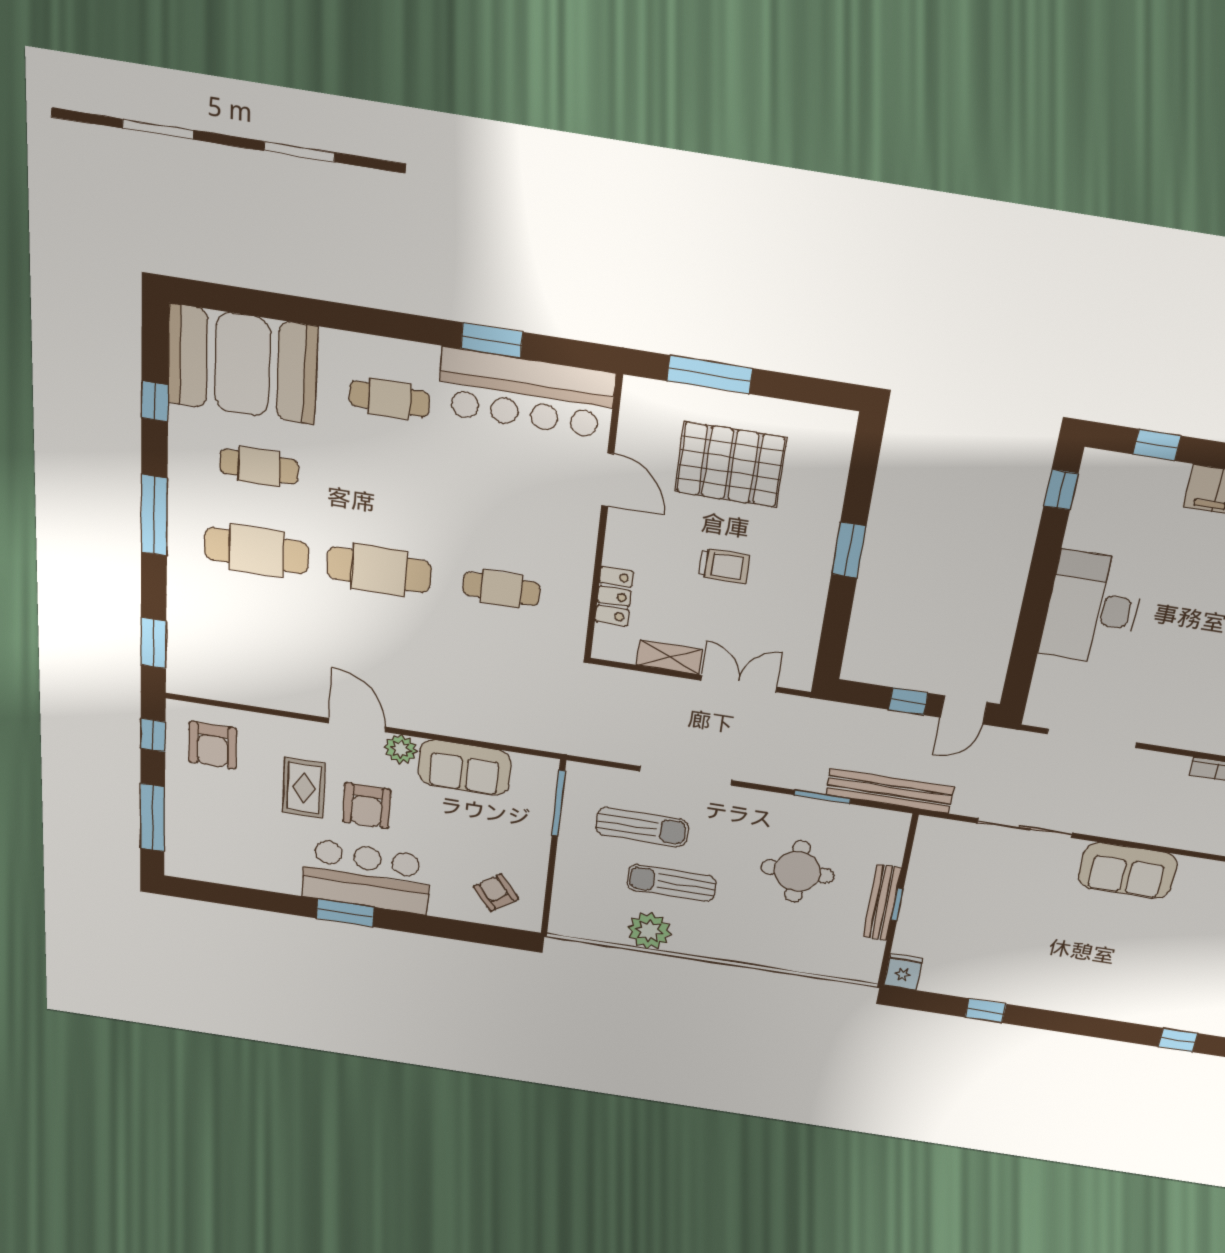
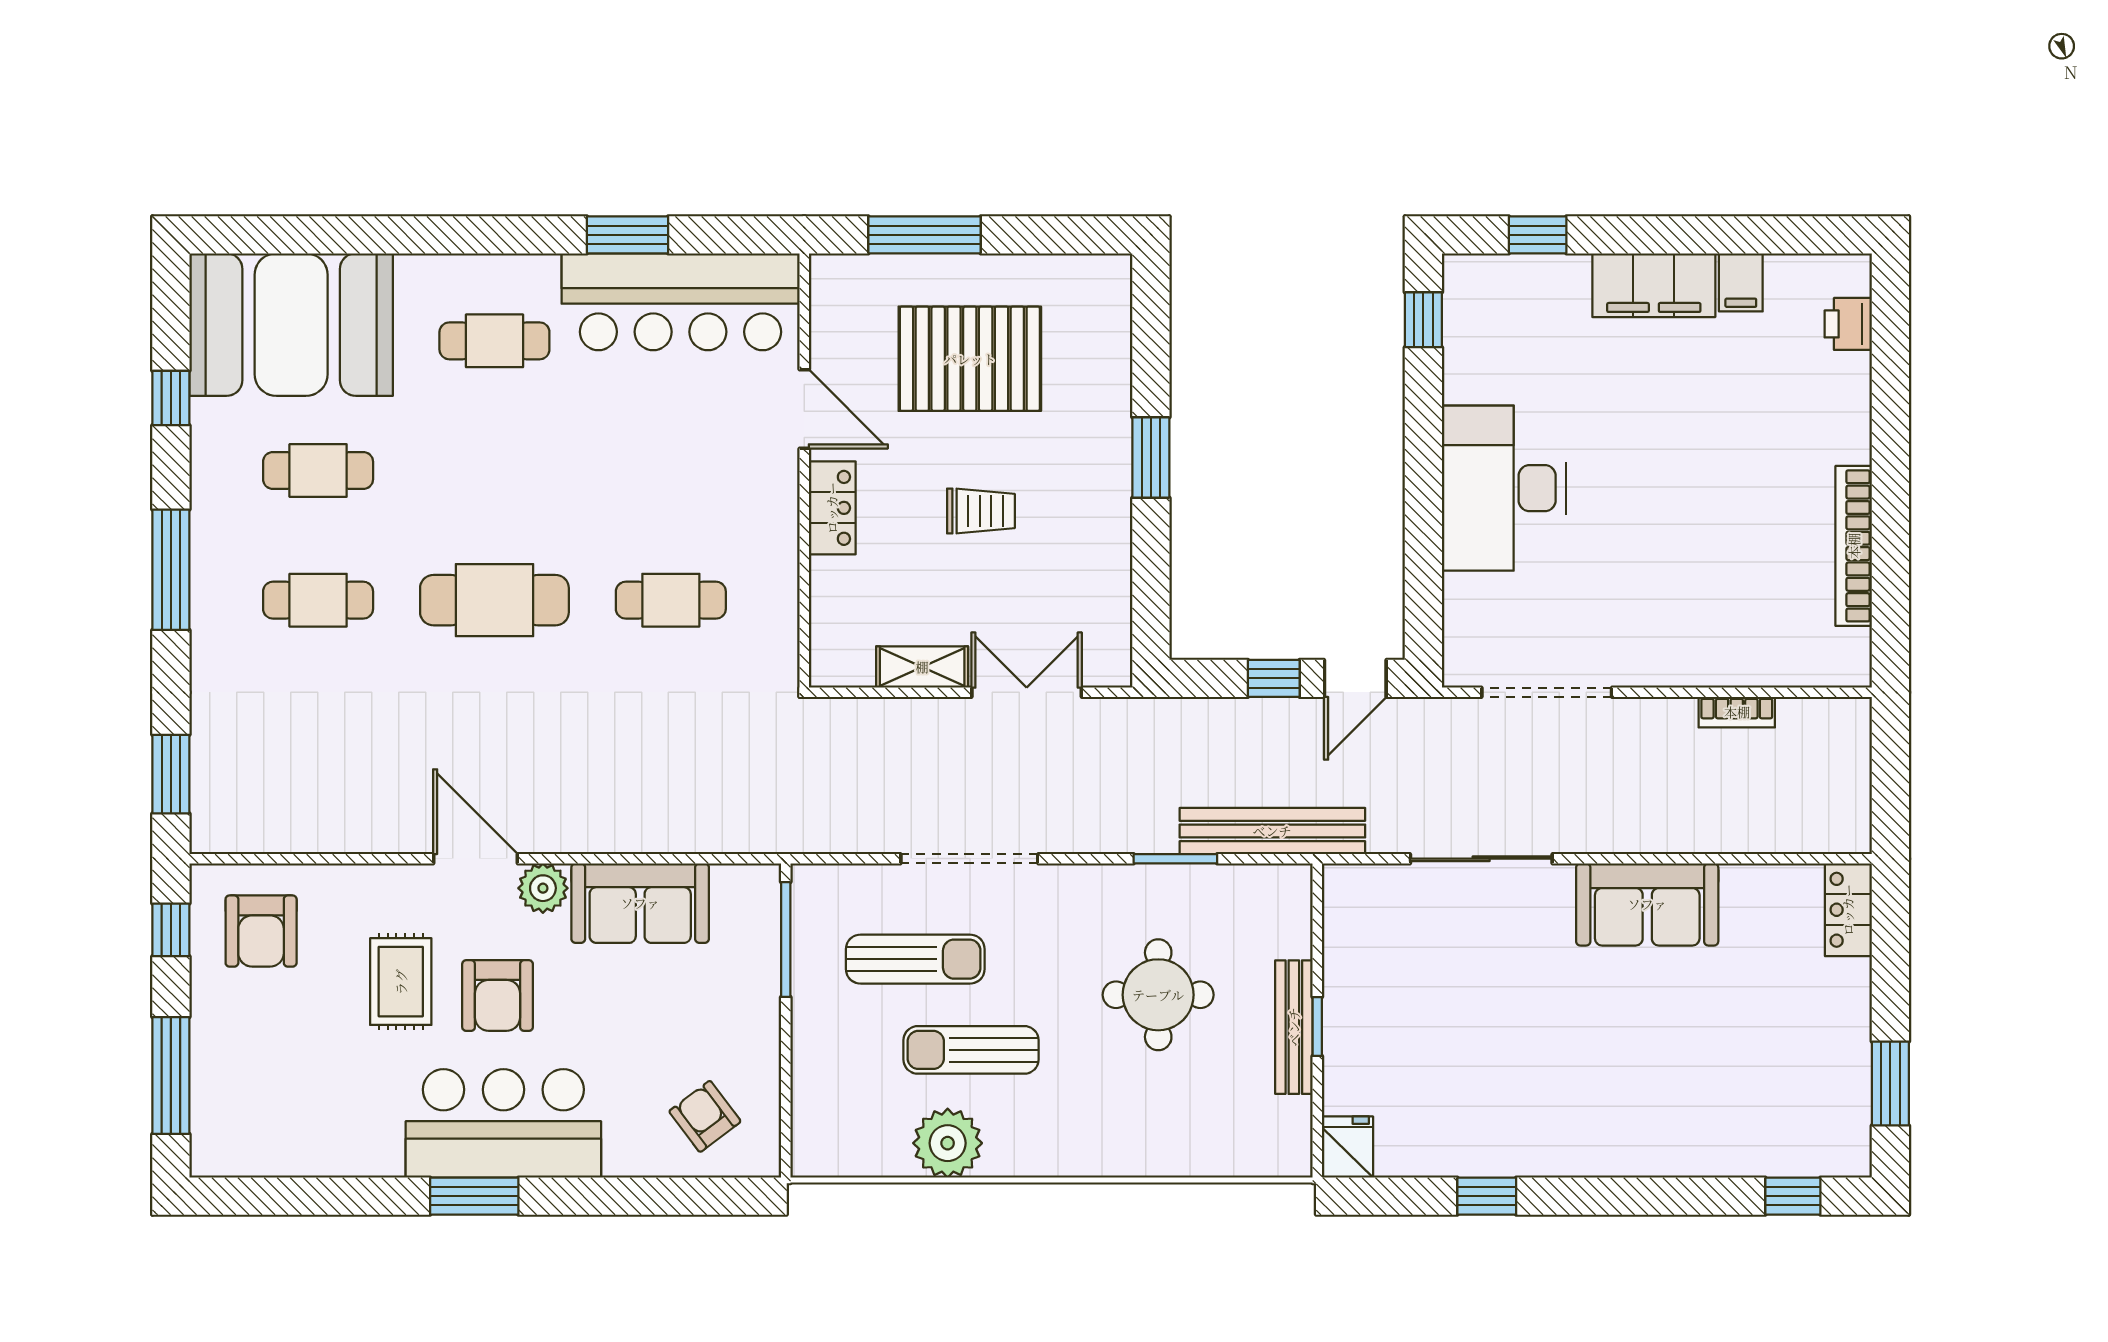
cafe table: (256, 551) -> (318, 600), width x0.73, depth x0.74
locker: (614, 596) -> (832, 508), moved

